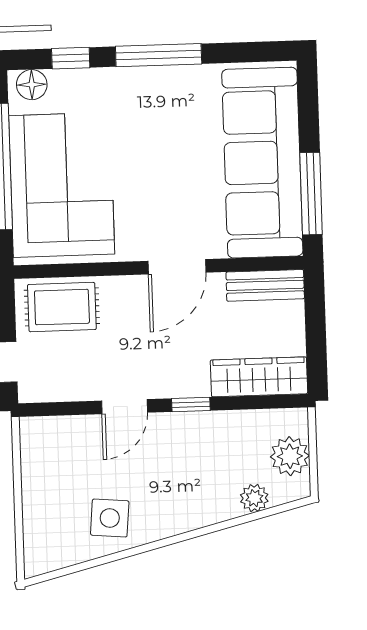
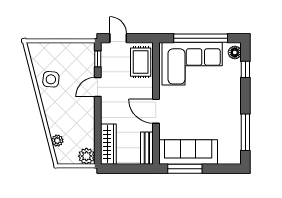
window: (159, 55) -> (245, 132), moved
sofa: (262, 163) -> (188, 152), width x0.74, depth x0.79
window: (191, 404) -> (98, 59), moved
door: (125, 407) -> (98, 87), hinge flipped
plant: (290, 456) -> (86, 156), moved

